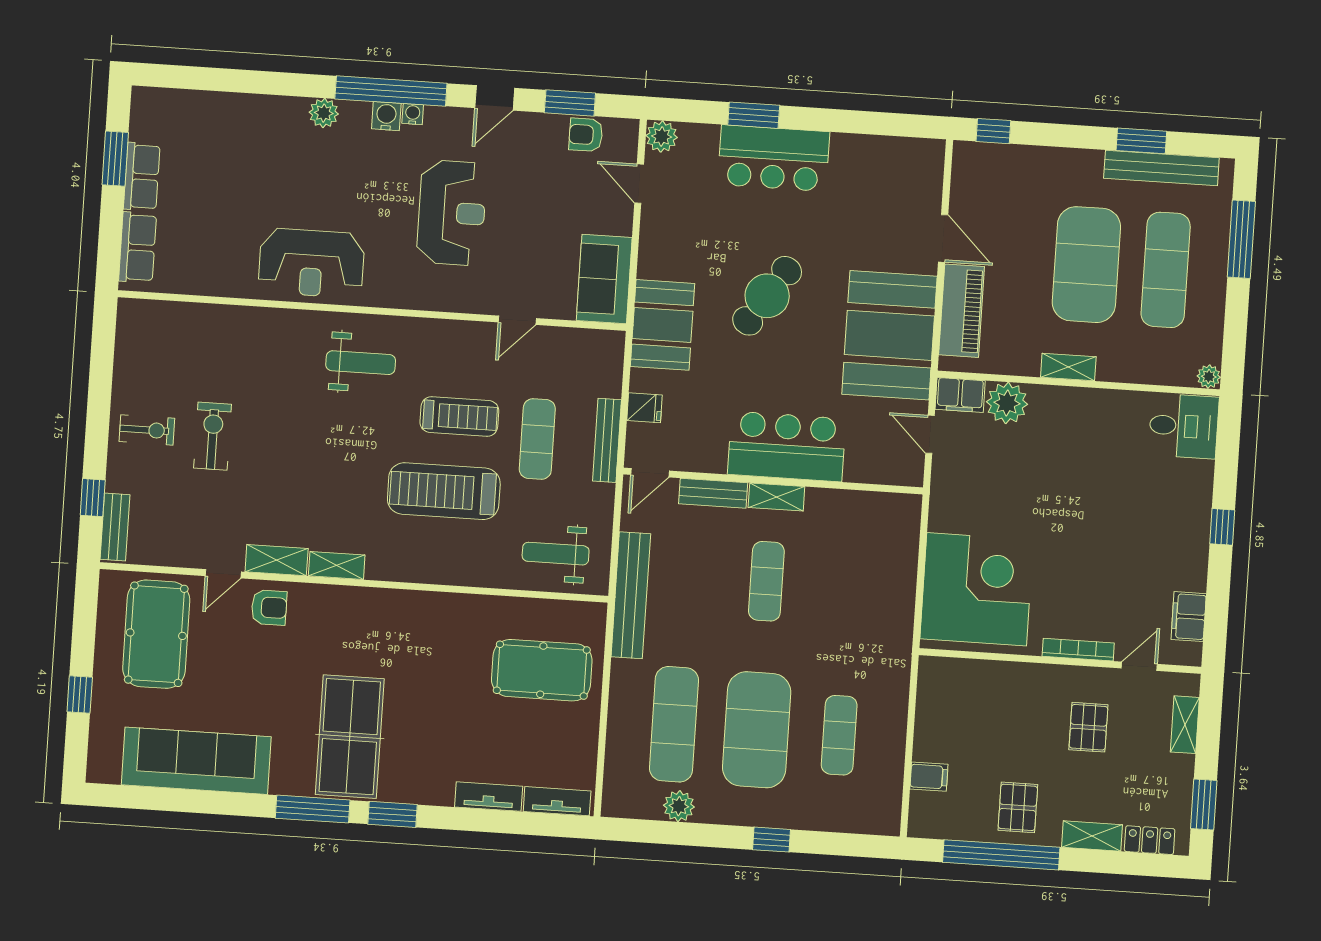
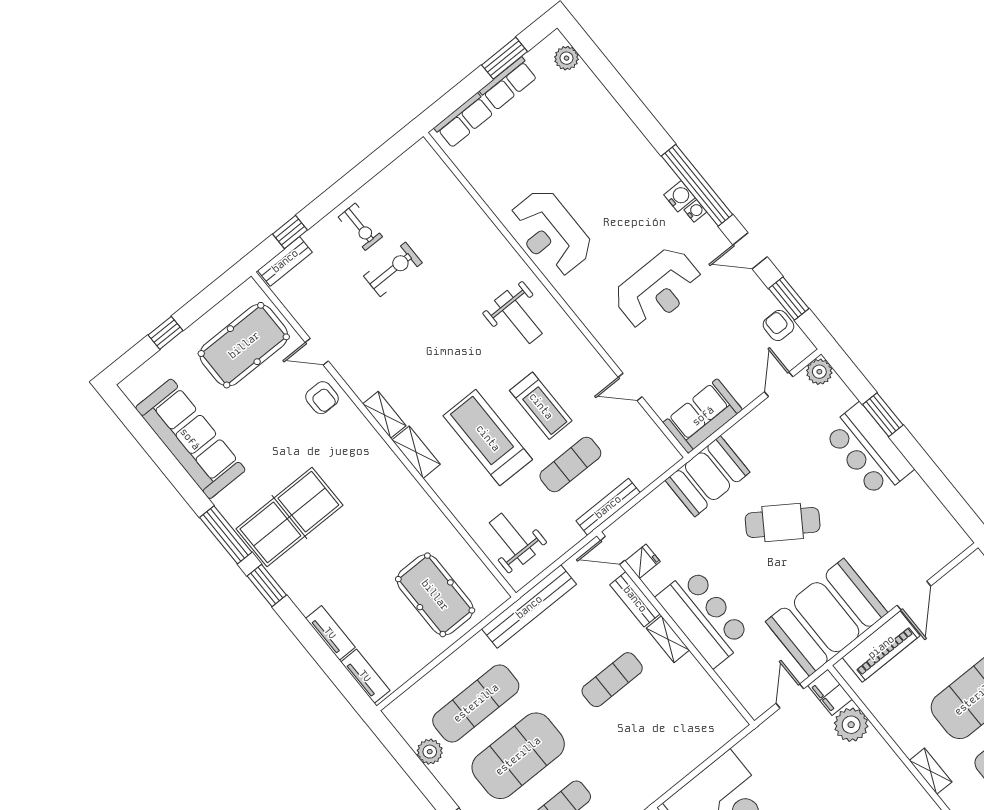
plant: (324, 113) -> (567, 58), moved
shelving: (1068, 367) -> (931, 771), moved
fridge: (644, 408) -> (643, 561), moved, turned -90
shelving: (277, 560) -> (416, 452), moved

